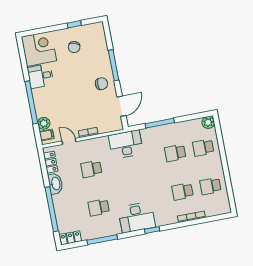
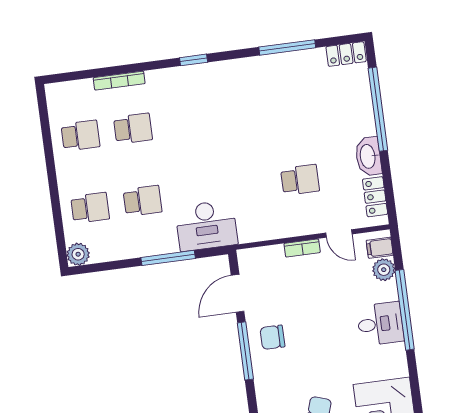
window: (114, 65) -> (245, 351), moved
desk: (41, 76) -> (380, 324), moved
desk: (126, 144) -> (206, 226), moved
school desk: (99, 207) -> (290, 108), removed
desk: (137, 217) -> (221, 85), removed

